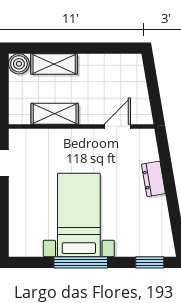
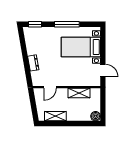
shelving: (54, 64) -> (55, 116), moved
bed with nightstands: (79, 215) -> (81, 47), moved, turned 90

